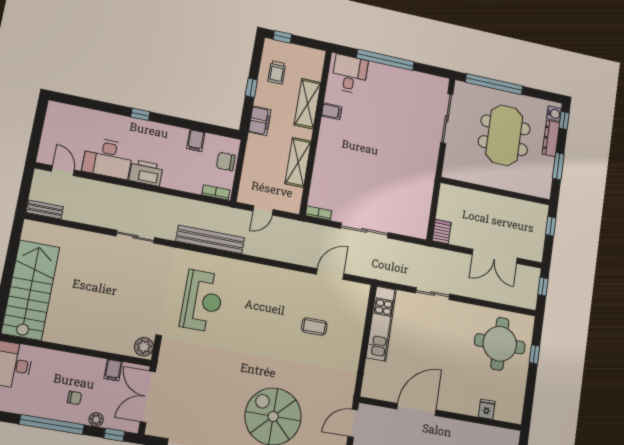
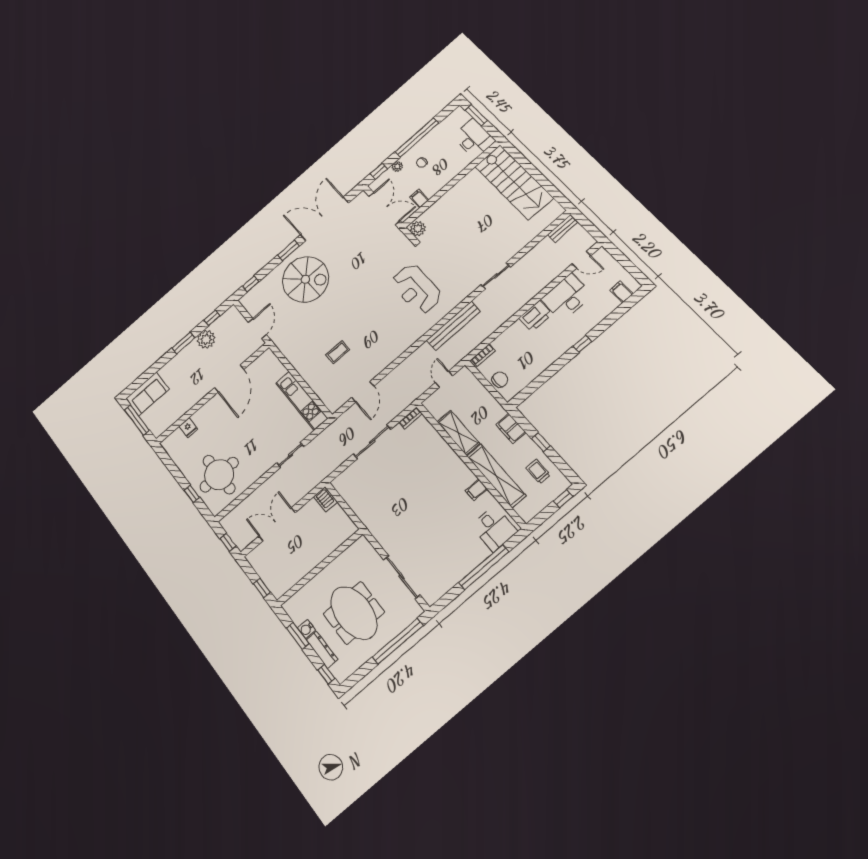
shelving: (308, 104) -> (496, 476), width x1.47
water cooler: (554, 114) -> (306, 629), moved
filing cabinet: (196, 141) -> (621, 292), moved

